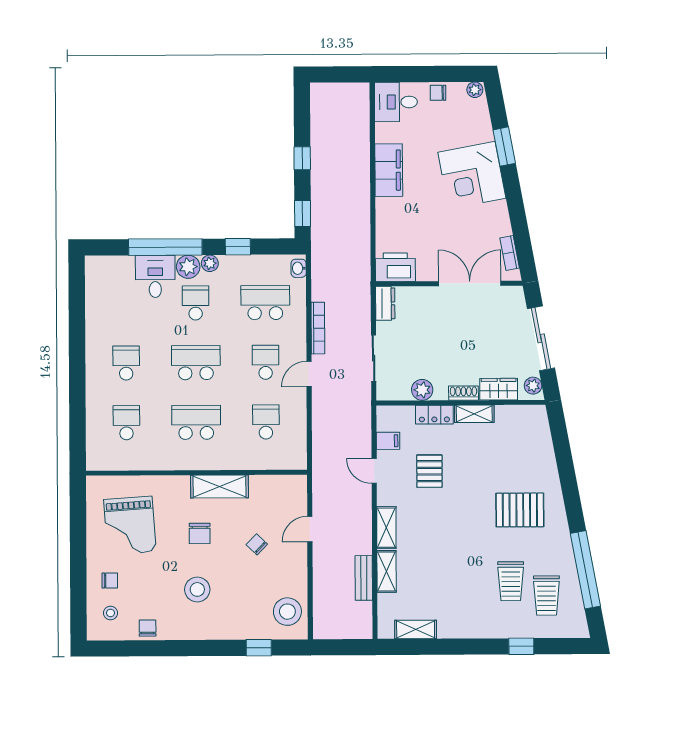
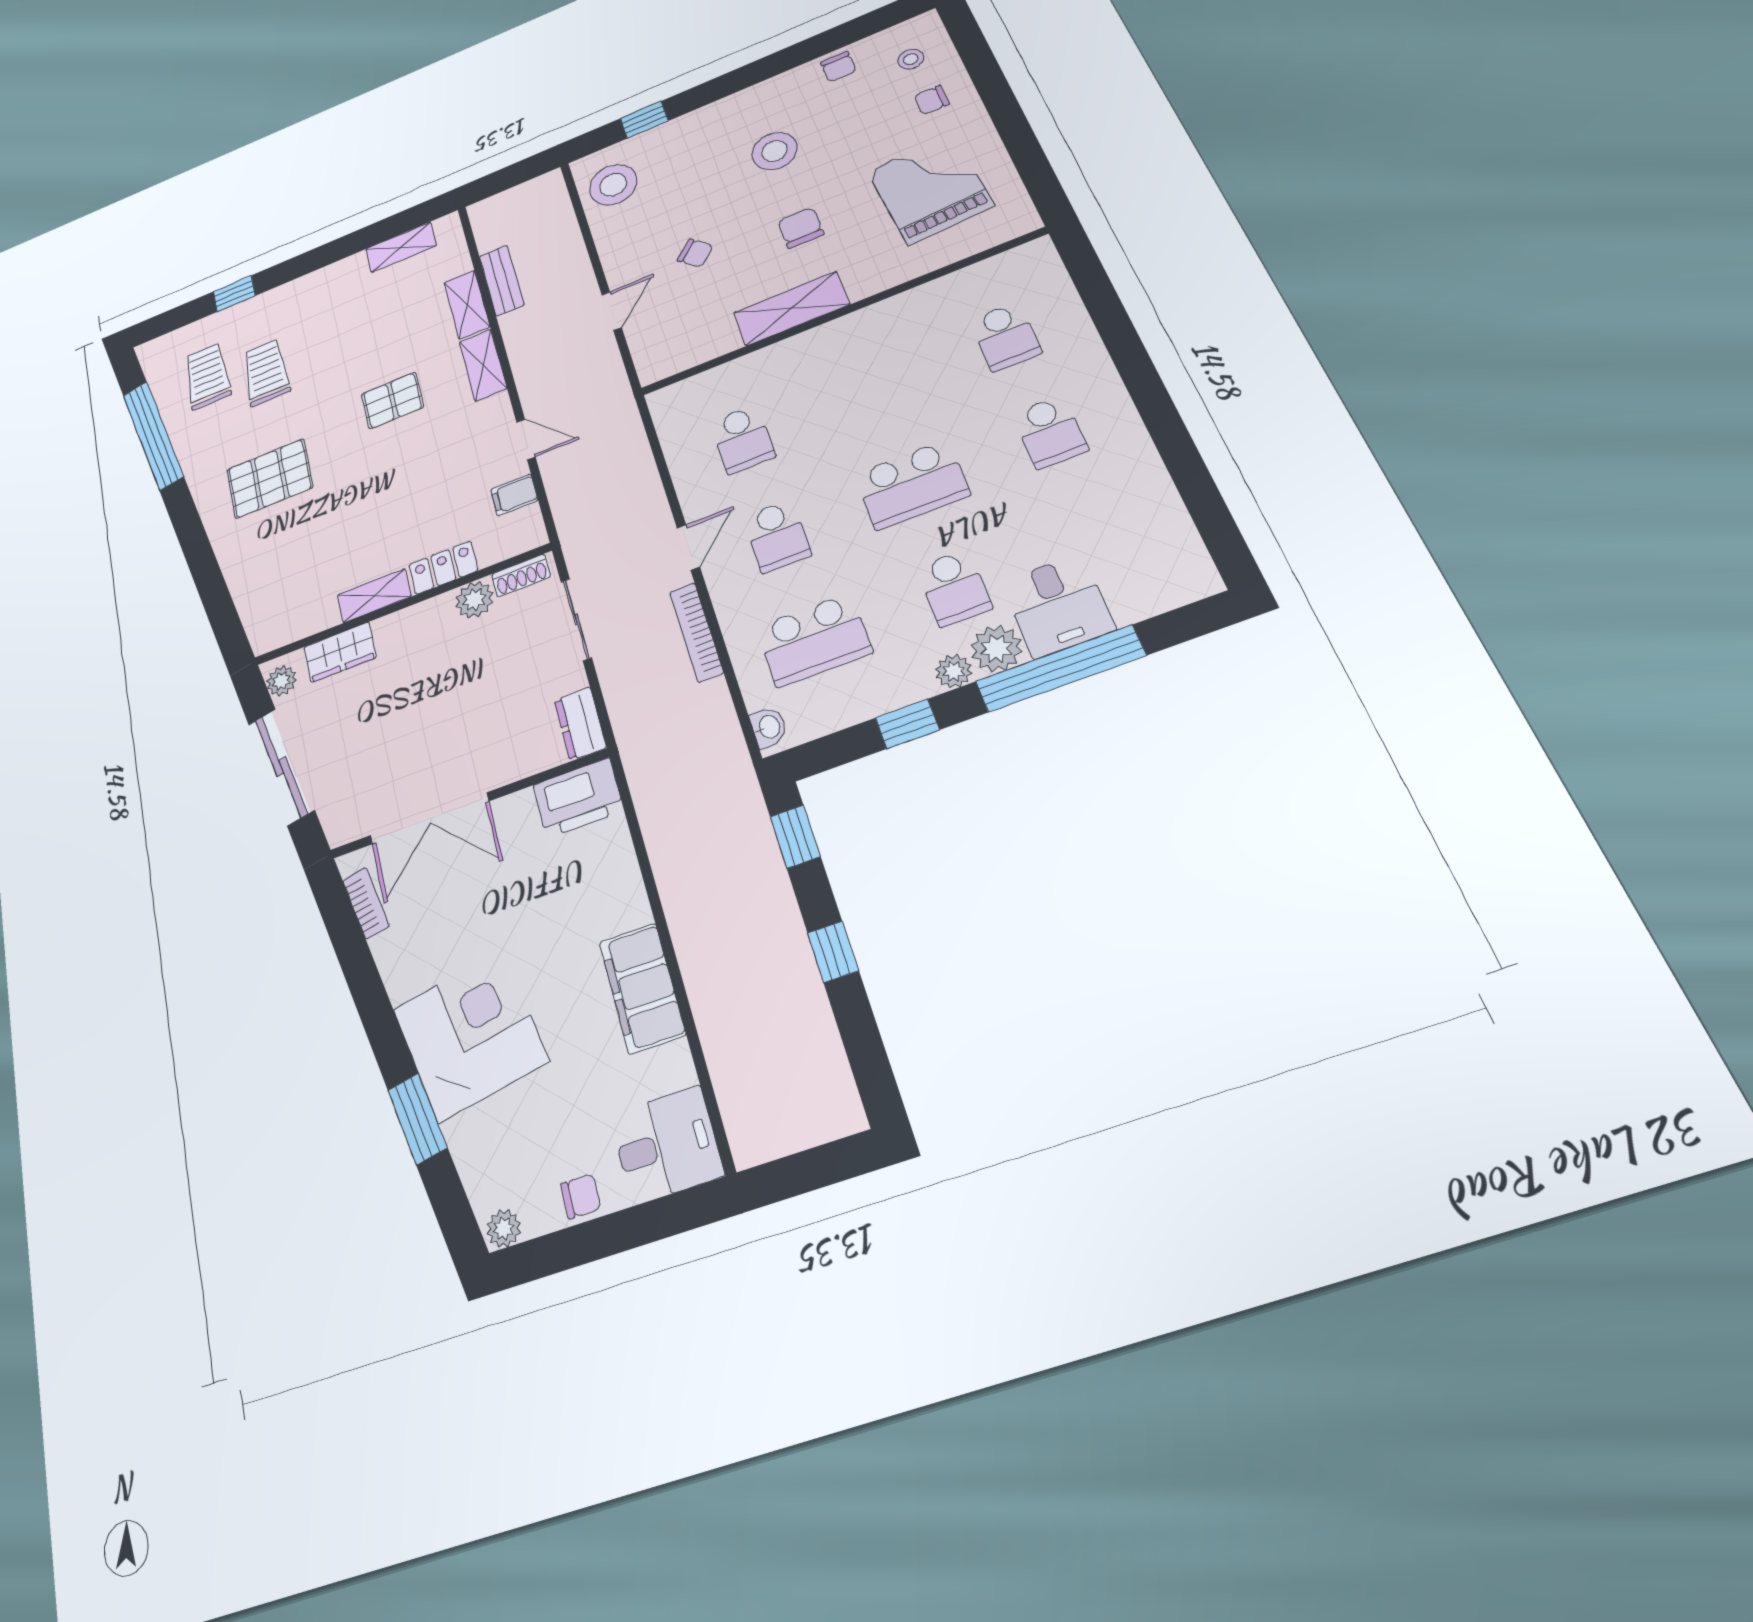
shoe rack: (463, 393) -> (521, 576), moved
school desk: (196, 422) -> (872, 388), removed
pallet: (429, 471) -> (392, 401), moved, turned 90

